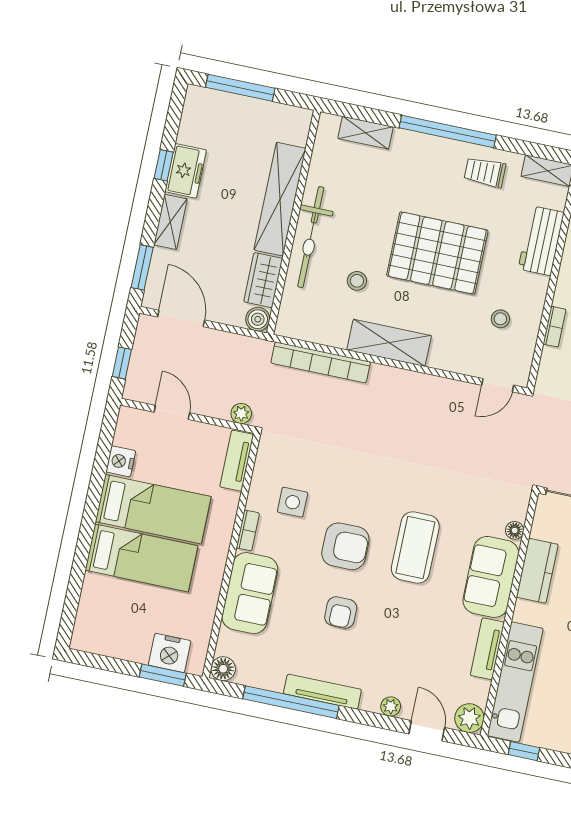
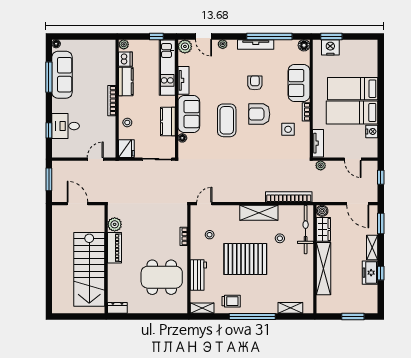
window: (240, 88) -> (353, 316), width x0.69
bicycle: (311, 237) -> (306, 230), moved

